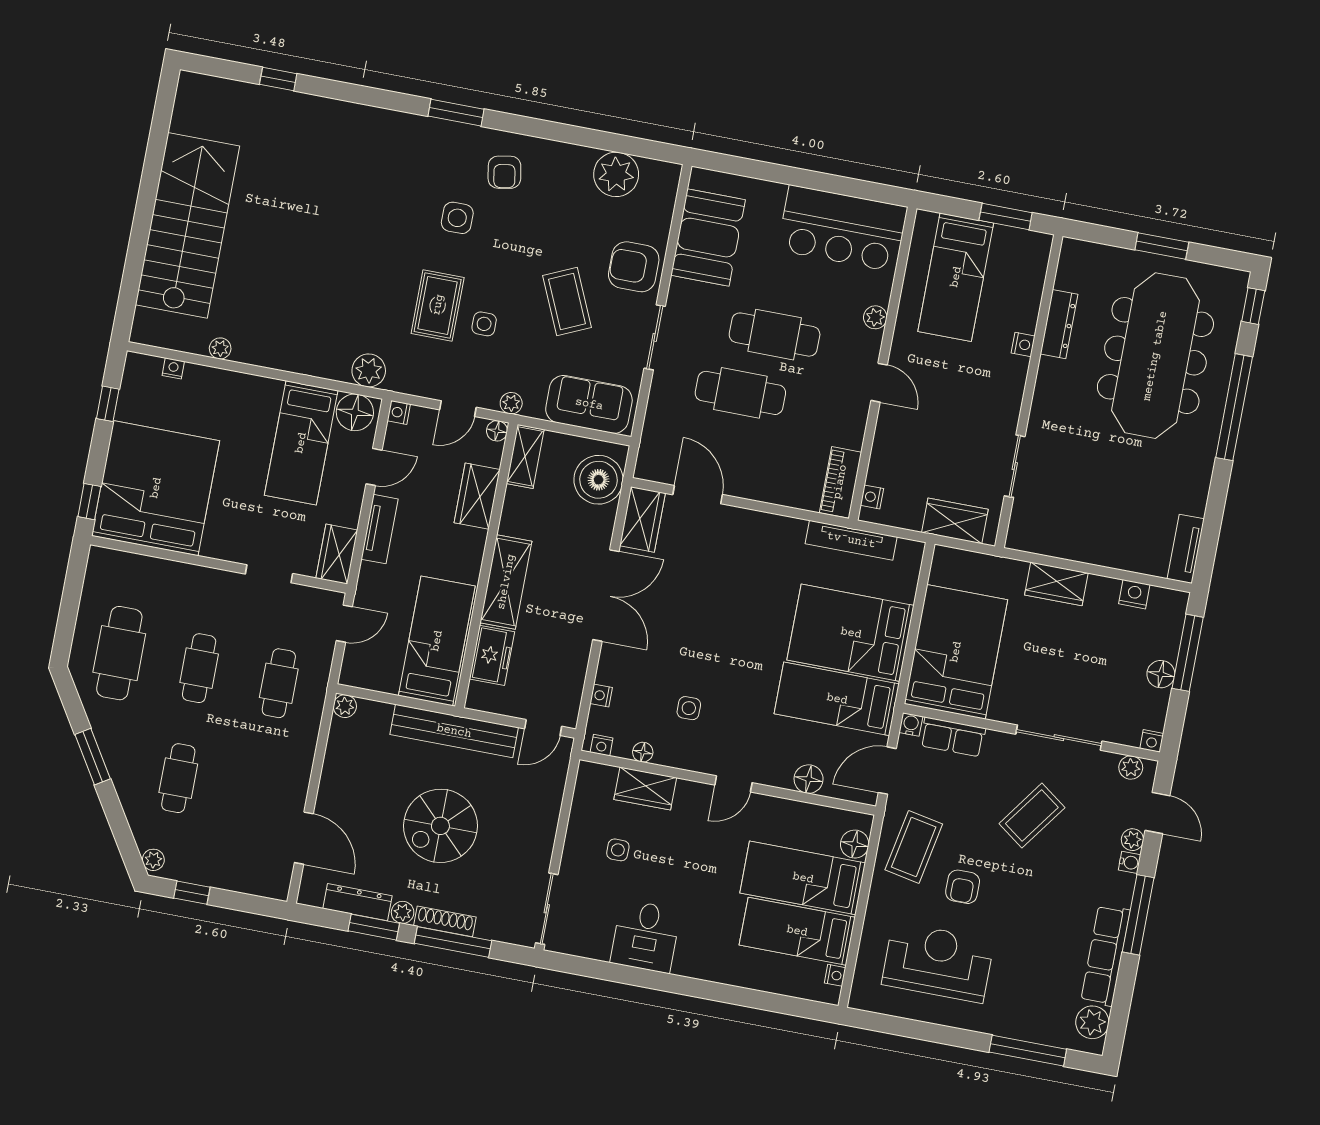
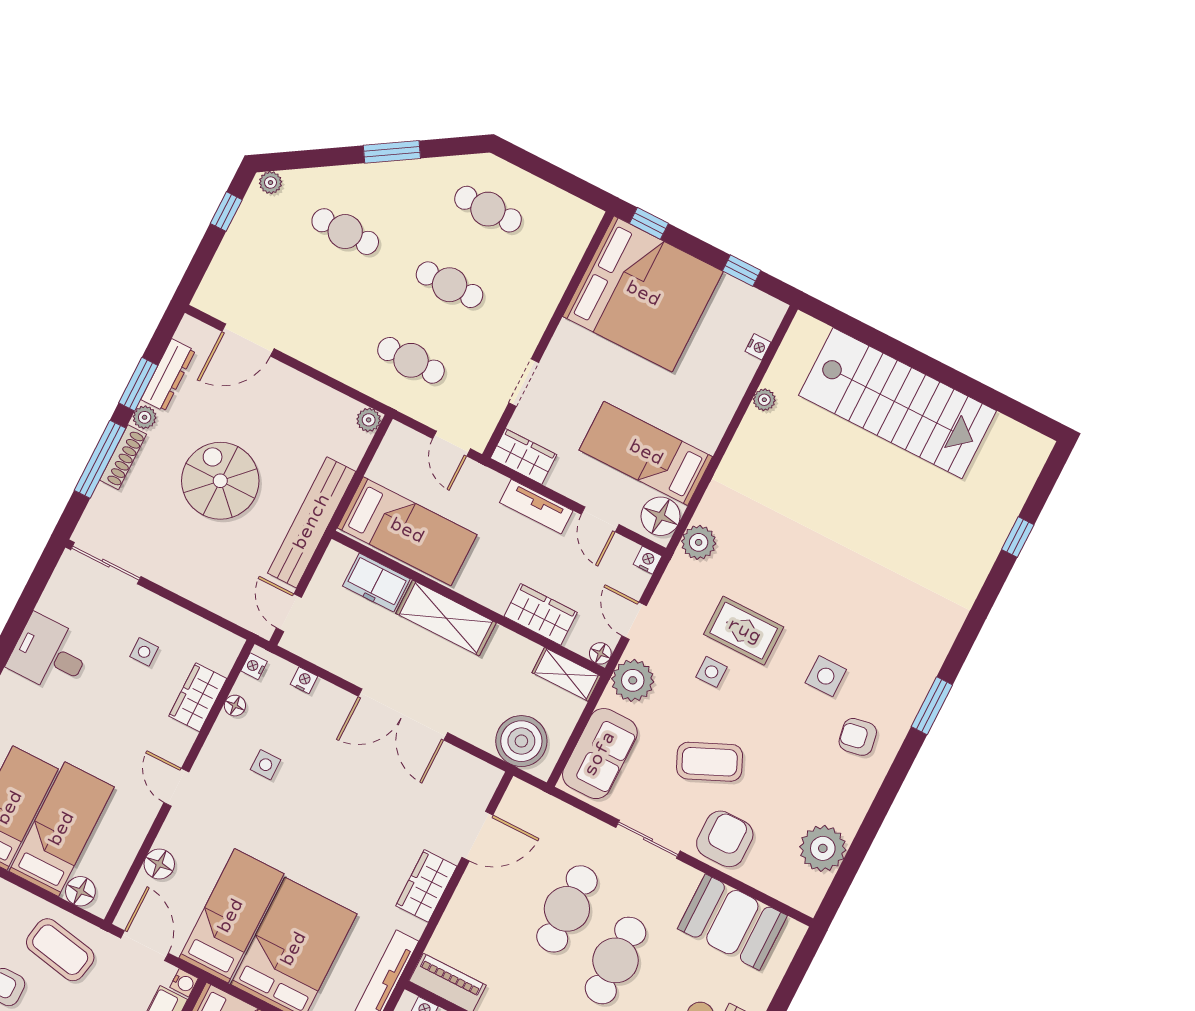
plant: (511, 403) -> (633, 680), width x1.87, depth x1.87
wardrobe: (643, 519) -> (426, 886), moved, turned 90
cafe table: (119, 653) -> (488, 209), width x0.73, depth x0.74

